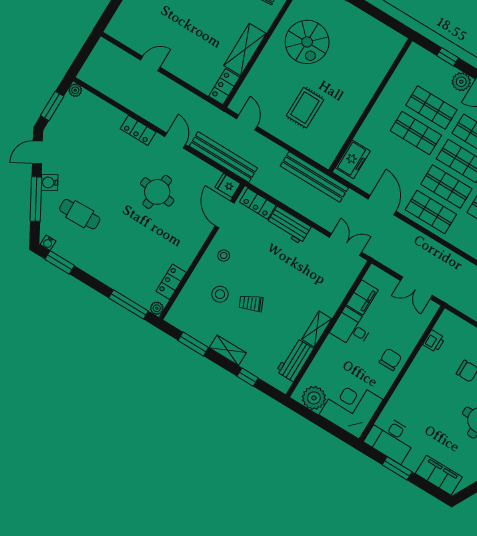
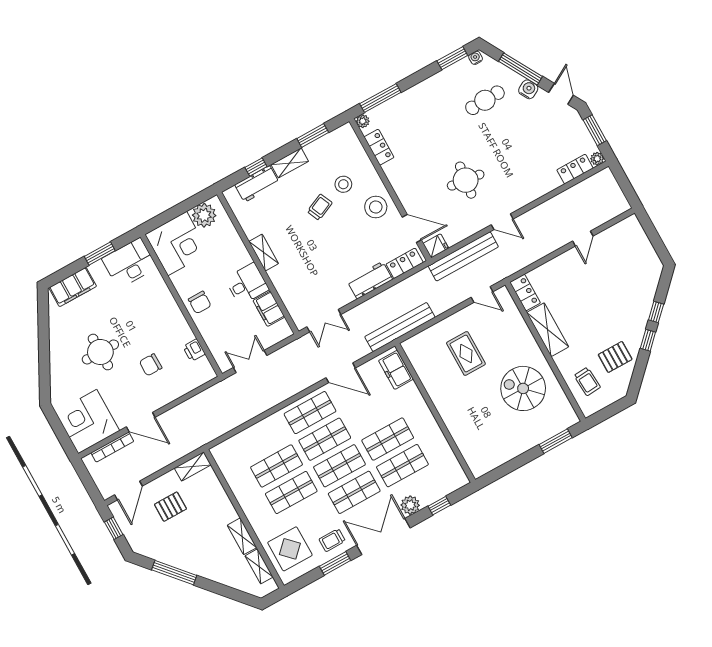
locker: (138, 130) -> (575, 169), moved
stool: (224, 256) -> (376, 207), width x1.89, depth x1.89
workbench: (295, 360) -> (257, 184), moved, turned 90

